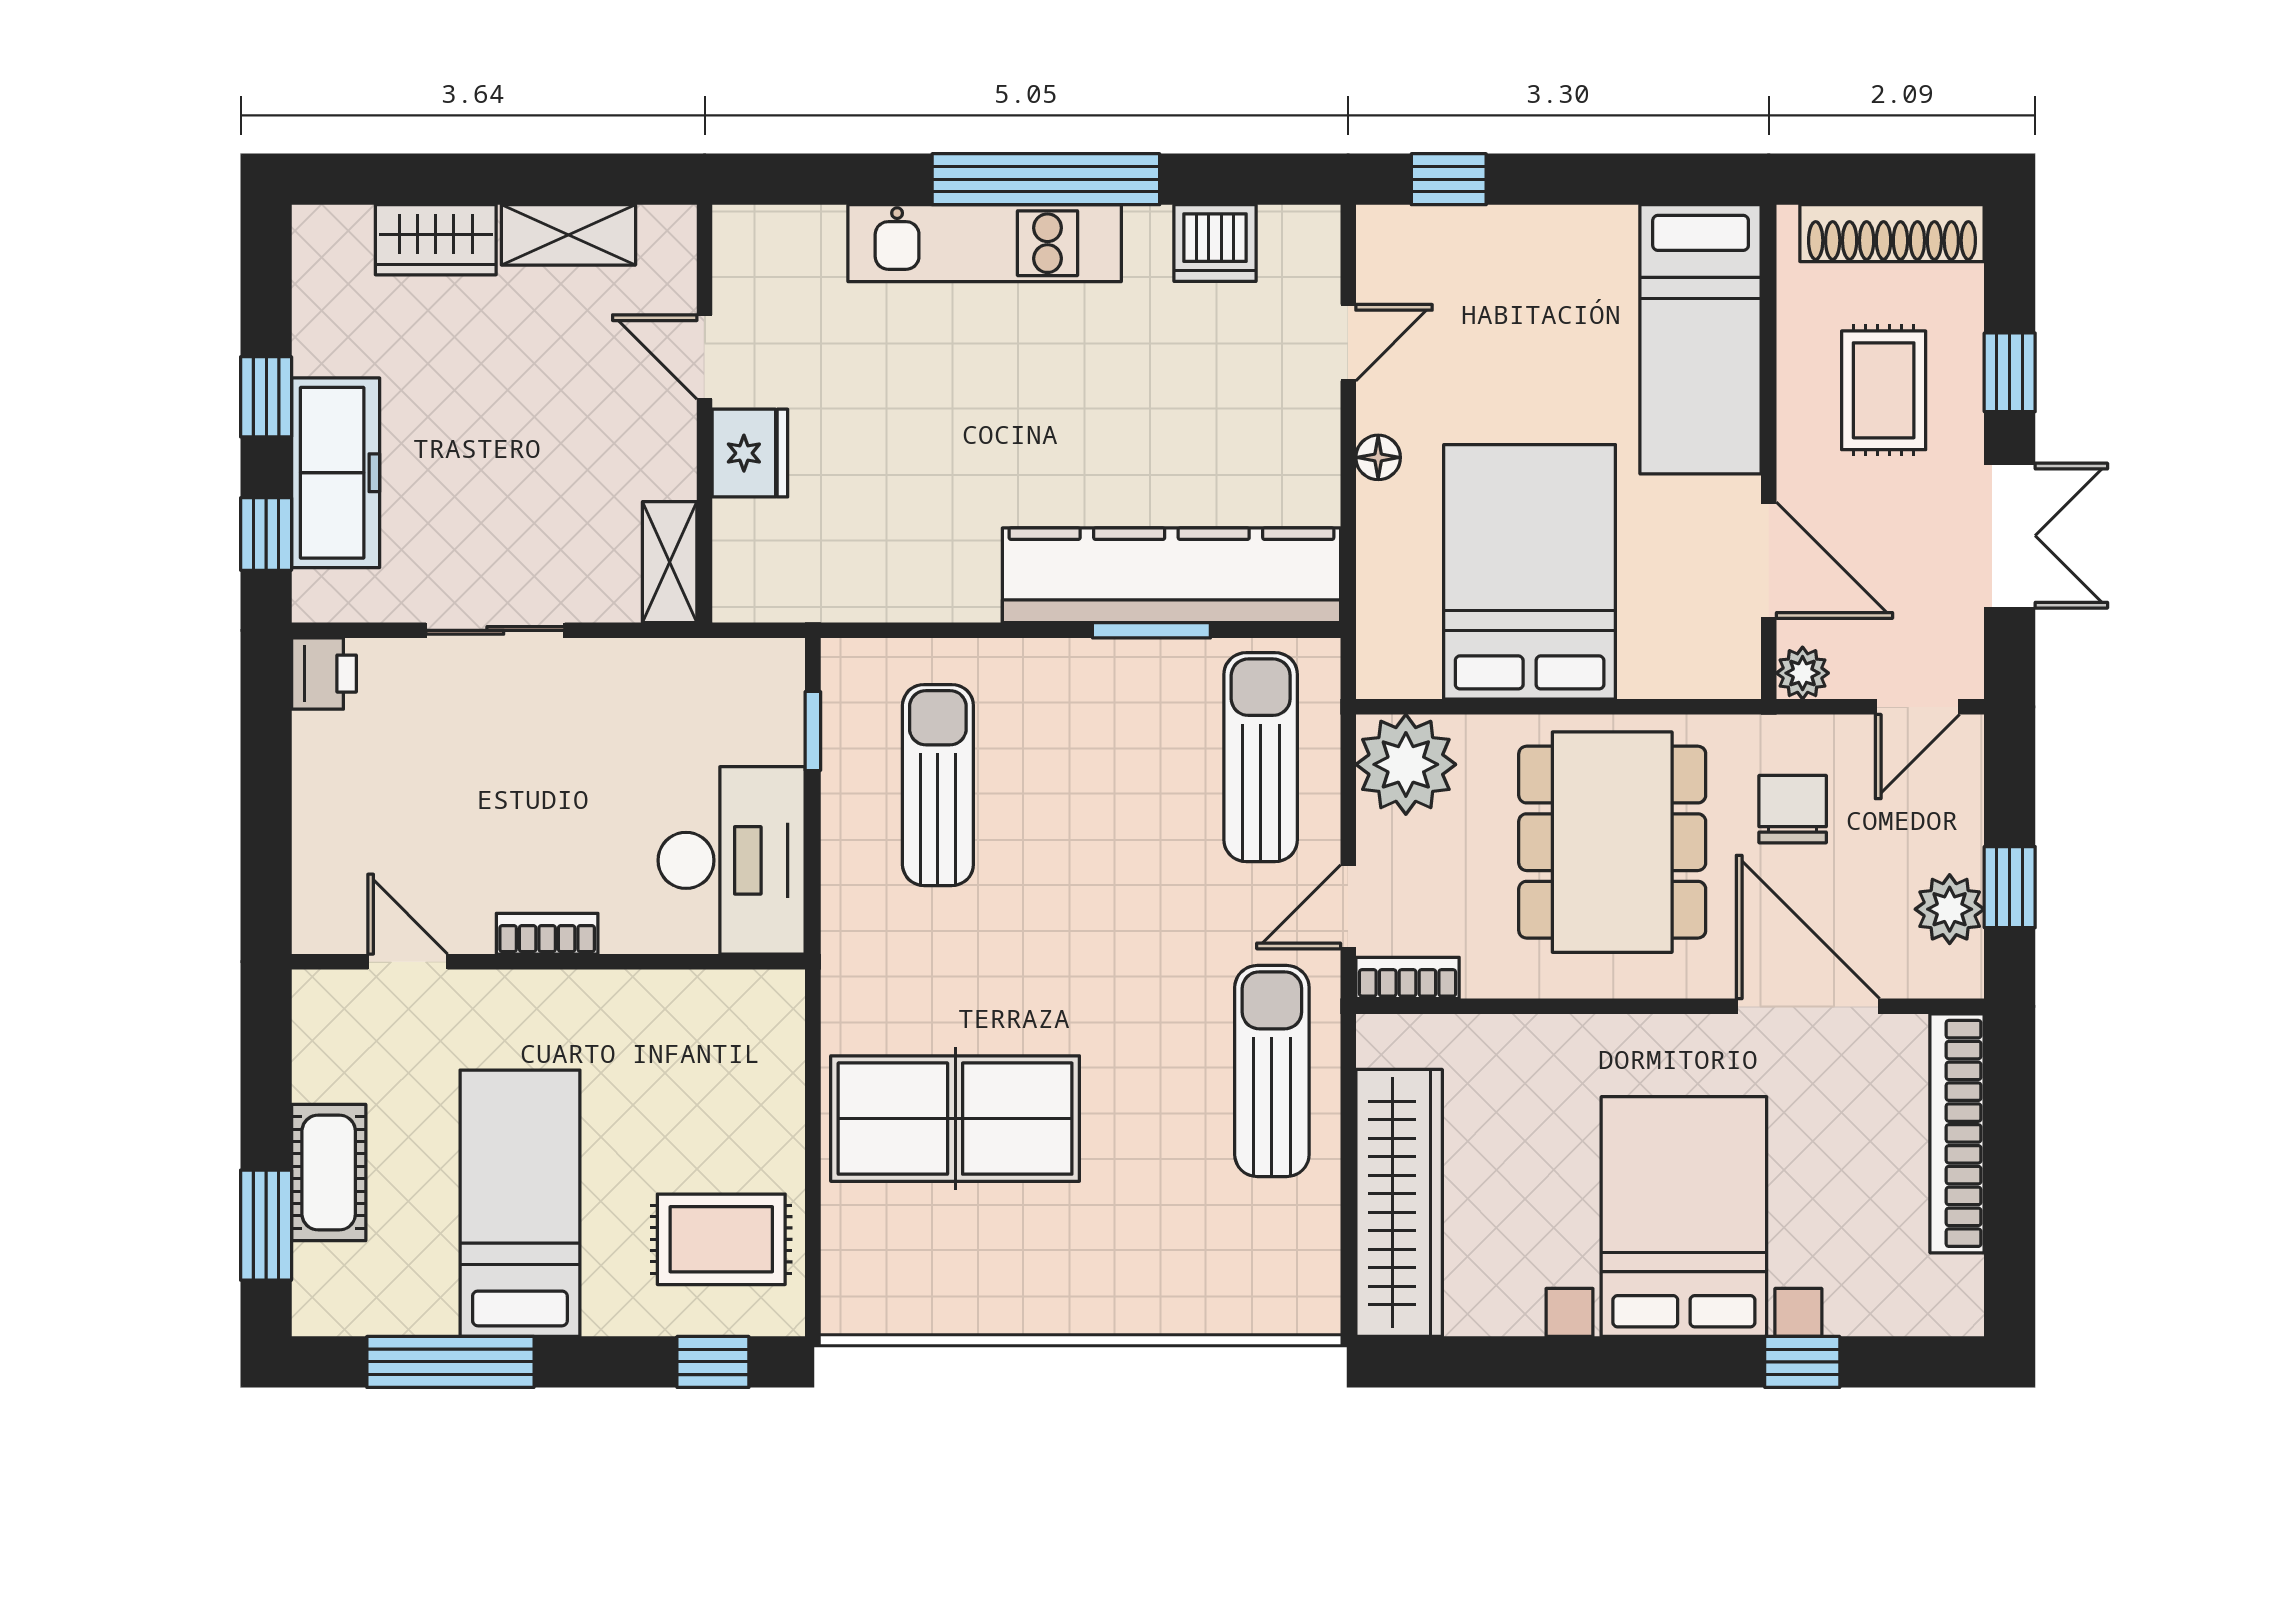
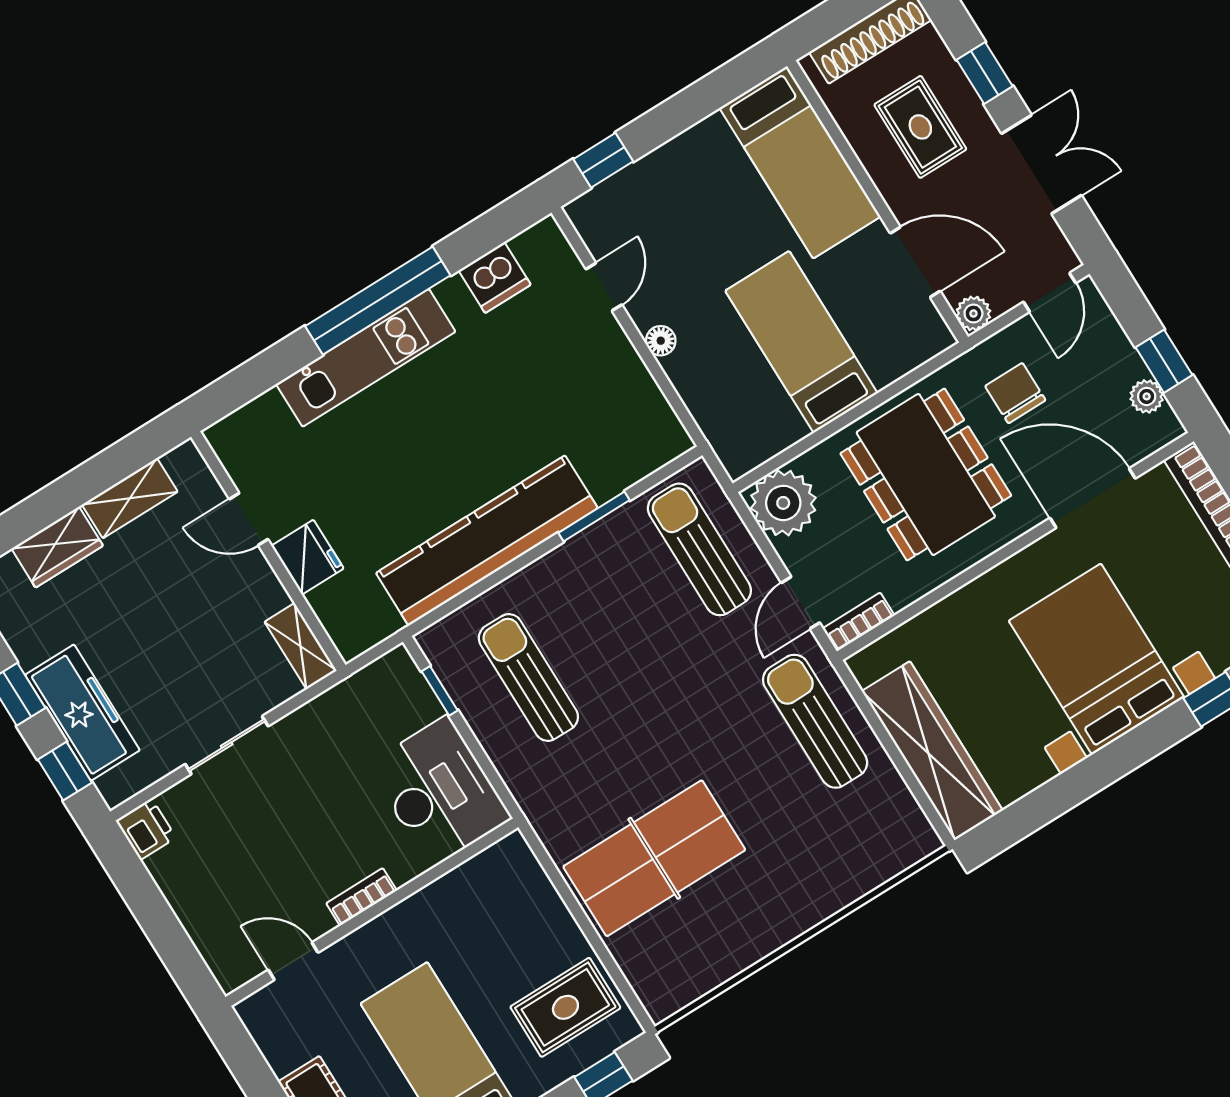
bed: (1530, 572) -> (801, 342), width x0.67
kitchen counter: (1171, 575) -> (487, 541), moved
plant: (1950, 909) -> (1147, 396), width x0.73, depth x0.73

